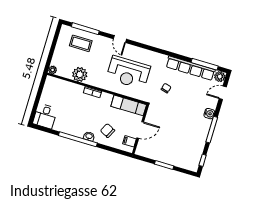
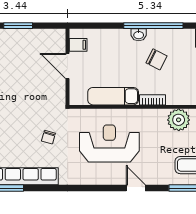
exam couch: (129, 105) -> (113, 96), moved
door: (140, 130) -> (68, 66), hinge flipped
chair: (108, 131) -> (156, 59), moved

